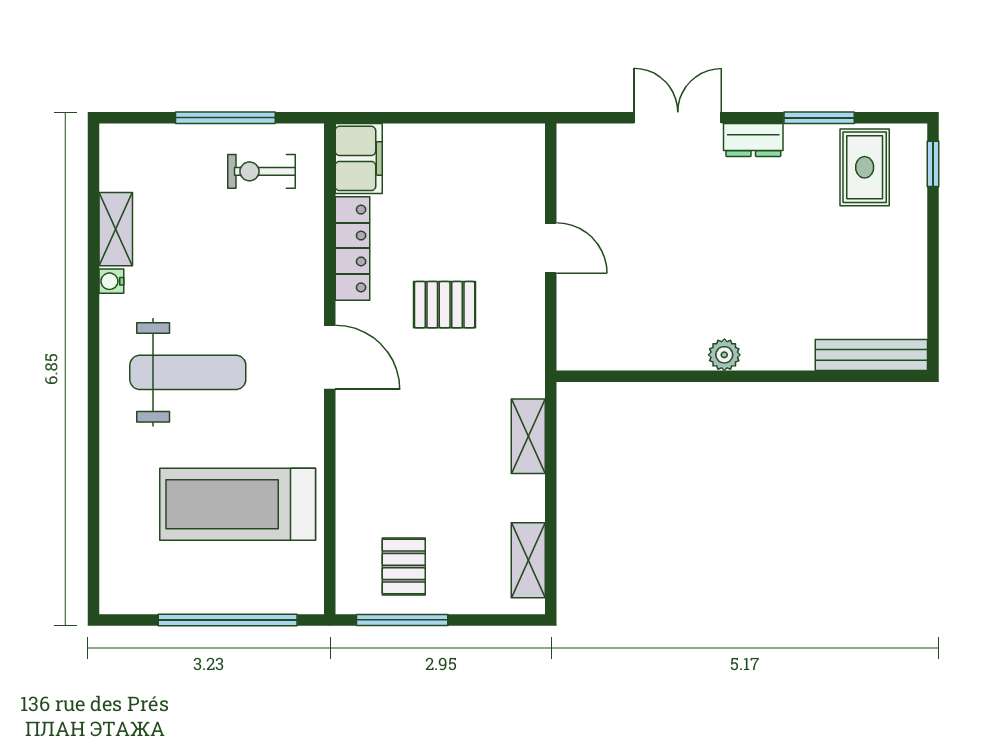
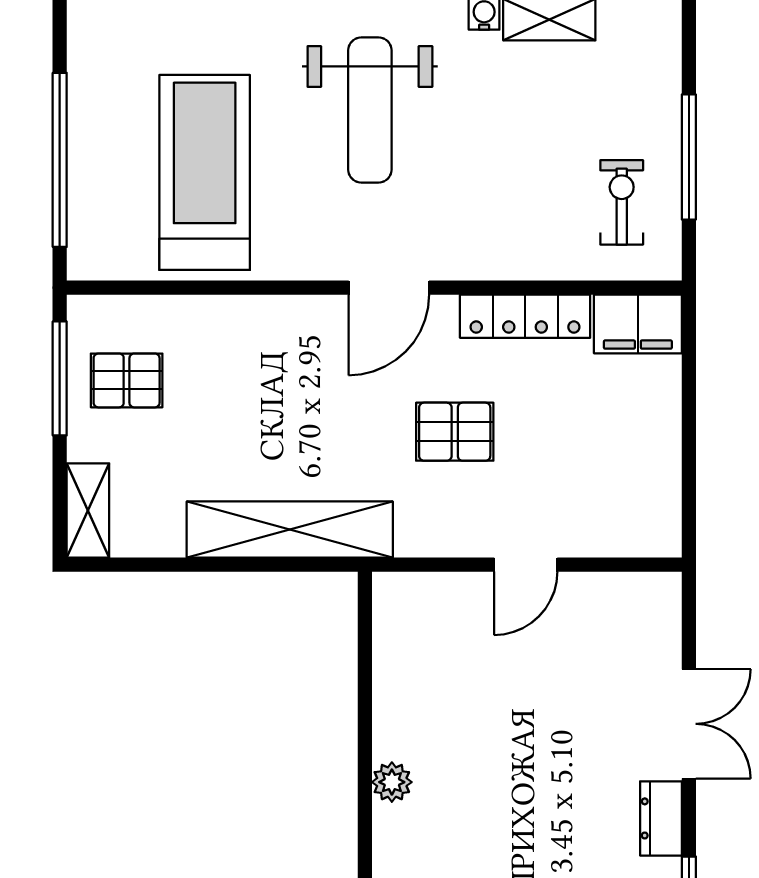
pallet: (445, 305) -> (455, 432), turned 90
shelving: (528, 436) -> (290, 530), width x2.20, depth x1.33
shelving: (528, 560) -> (88, 511), moved, turned 90

